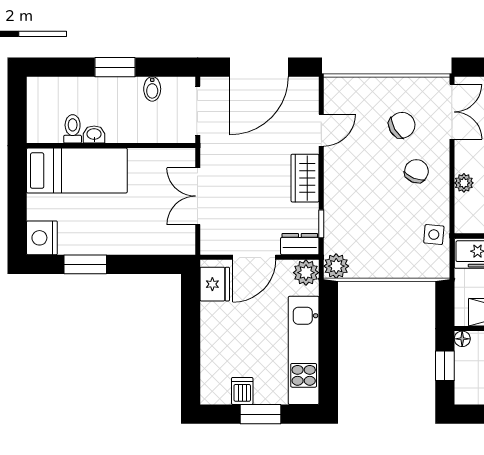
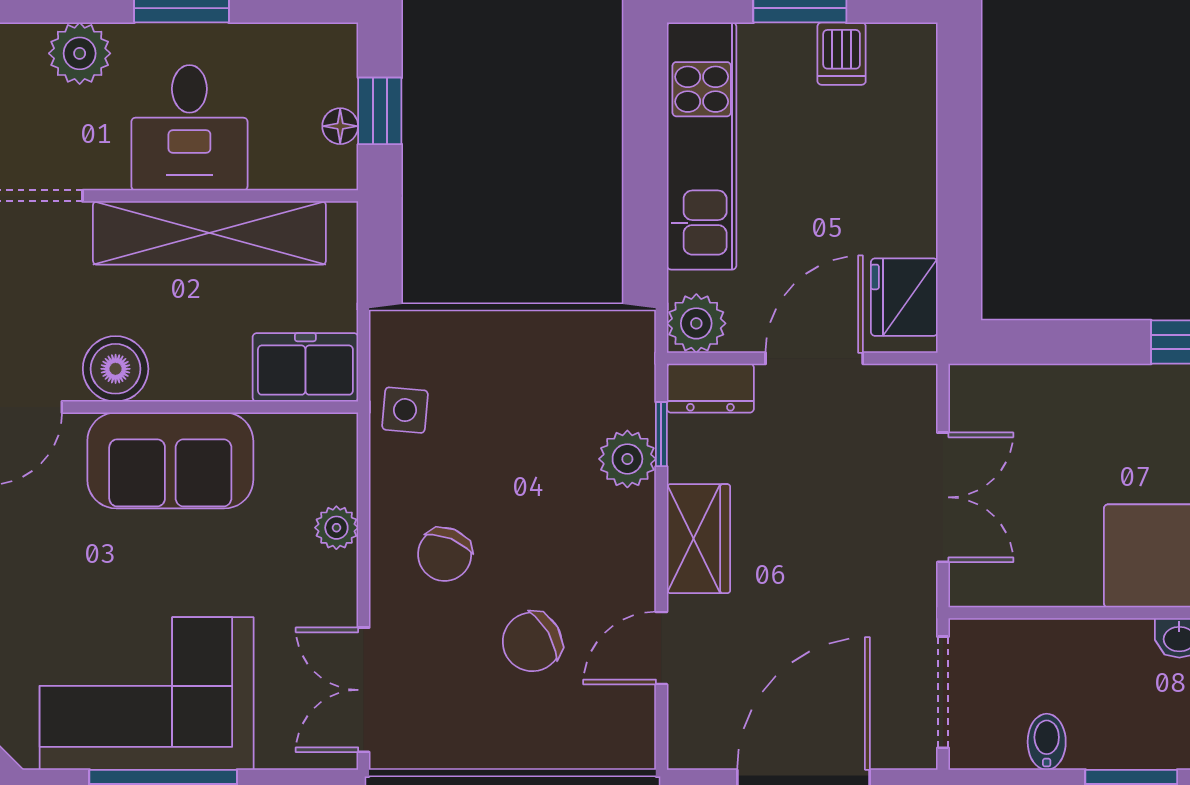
chair: (402, 125) -> (532, 642), moved
plant: (336, 266) -> (627, 459), moved
floor lamp: (462, 339) -> (340, 126), moved

